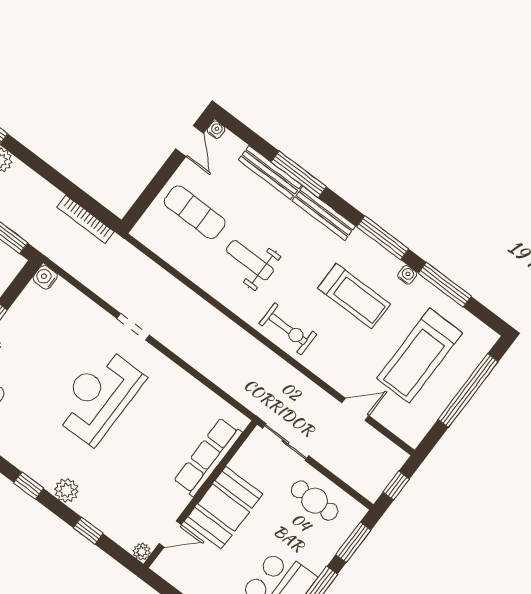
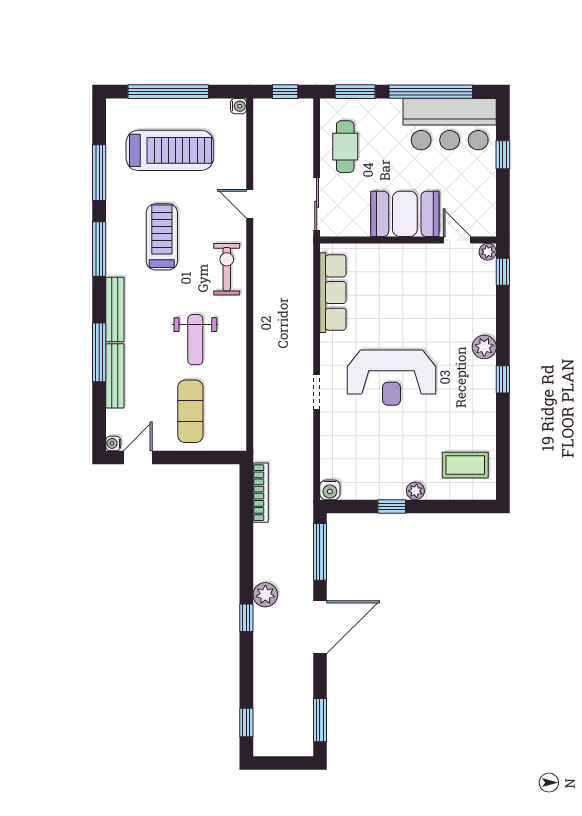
water cooler: (407, 275) -> (239, 106), moved, turned 180
door: (355, 409) -> (250, 204), moved
row of seats: (208, 457) -> (333, 293), moved, turned -90
window: (88, 531) -> (503, 272), moved

